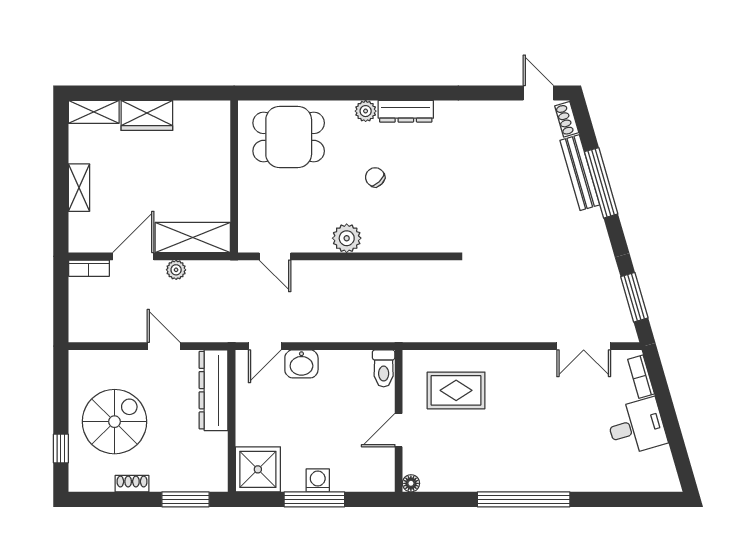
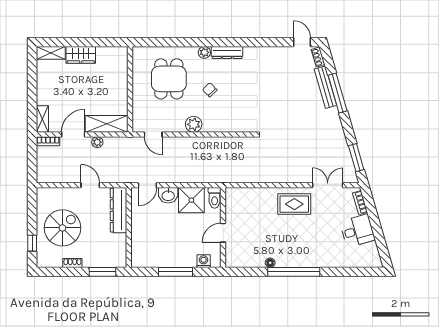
dining table: (289, 137) -> (169, 79), moved, turned 90
shelving: (79, 188) -> (42, 119), moved
double door: (584, 346) -> (328, 185), swing flipped
rug: (456, 390) -> (294, 204), moved
shower: (258, 469) -> (191, 200), moved
washing machine: (318, 480) -> (204, 261), moved
floor lamp: (411, 483) -> (270, 263), moved

